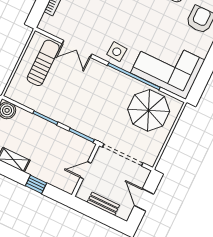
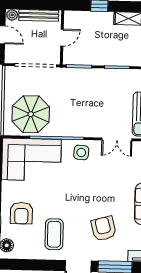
double door: (77, 49) -> (117, 139), swing flipped
bench: (103, 204) -> (39, 15), width x1.36
plant: (124, 213) -> (12, 15), added

